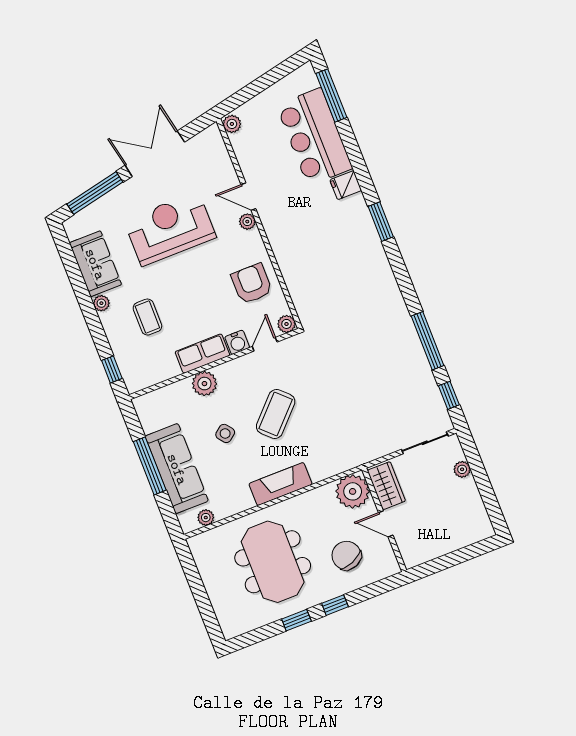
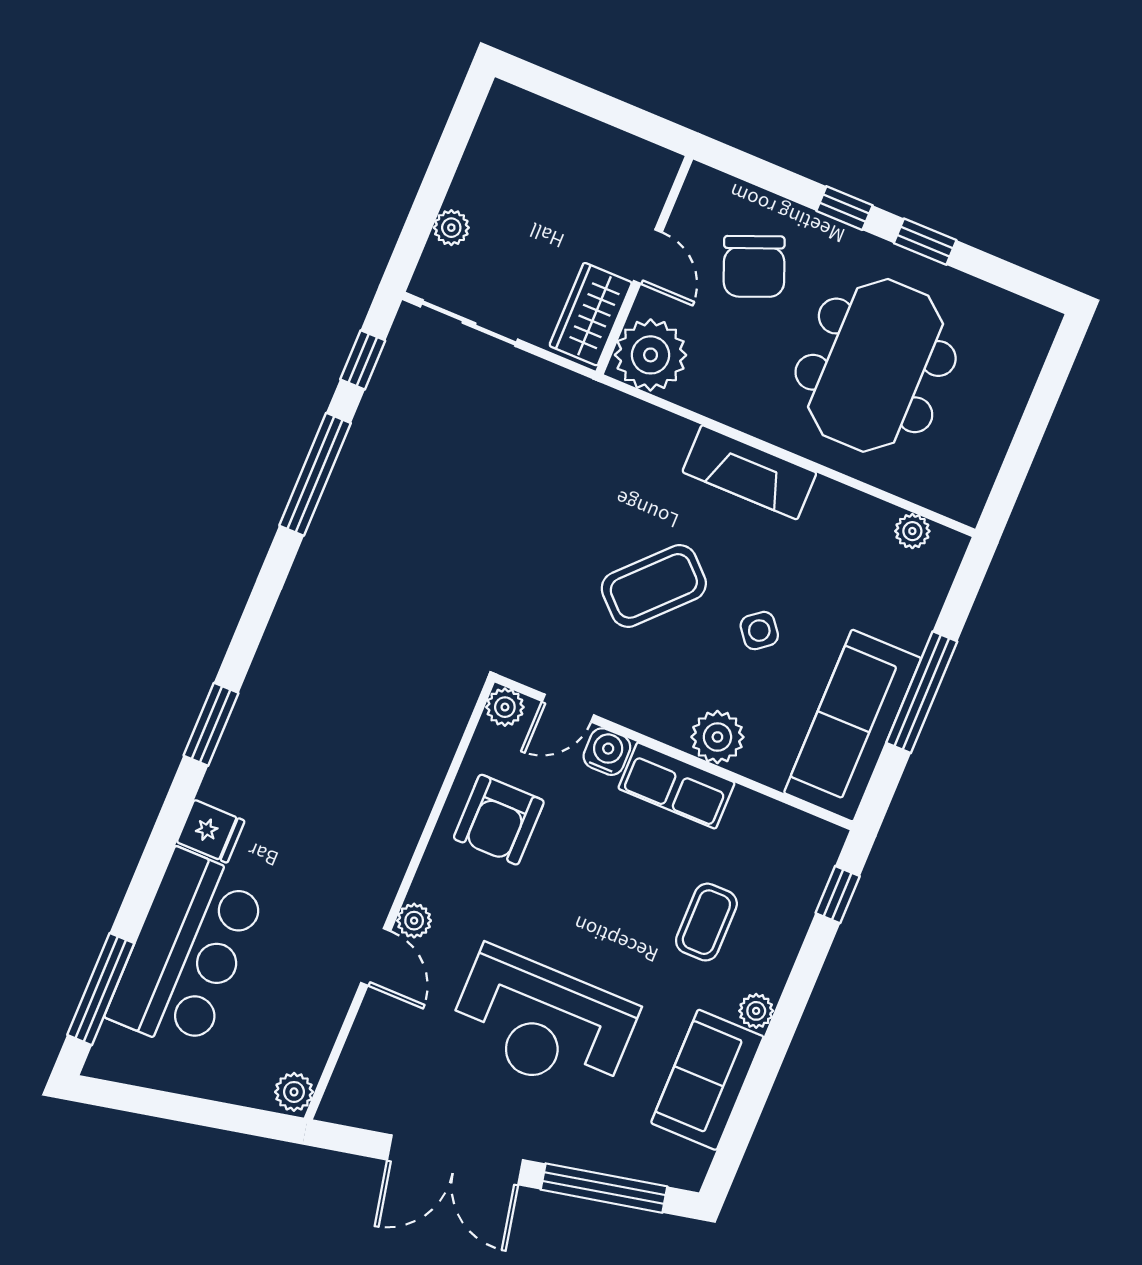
sofa: (177, 469) -> (853, 726), moved

